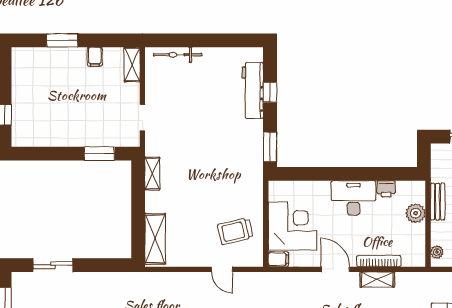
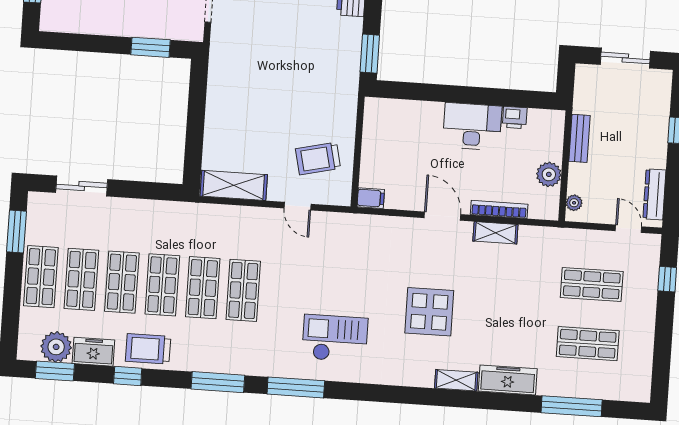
shelving: (152, 174) -> (217, 78), removed
plant: (416, 213) -> (549, 174), moved
corner desk: (292, 226) -> (392, 157), removed
shelving: (155, 239) -> (234, 185), moved, turned 90

